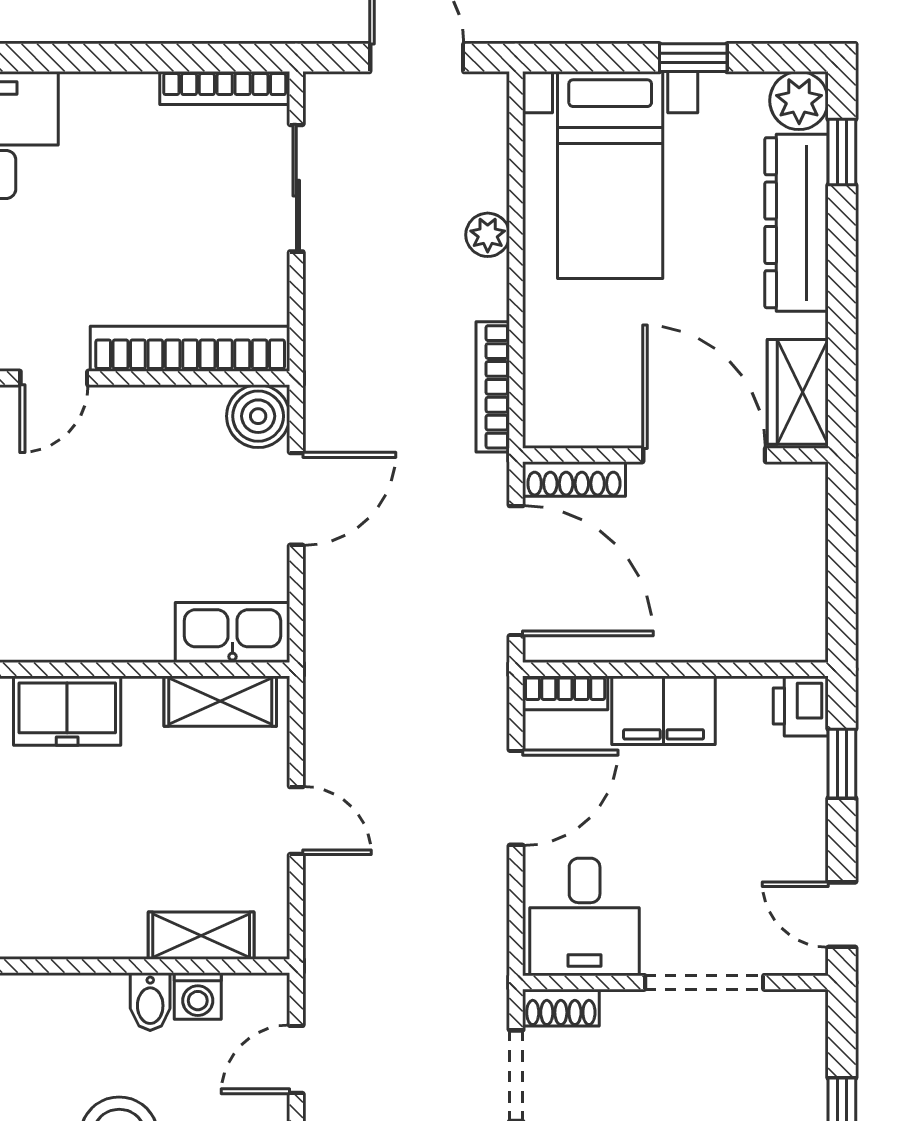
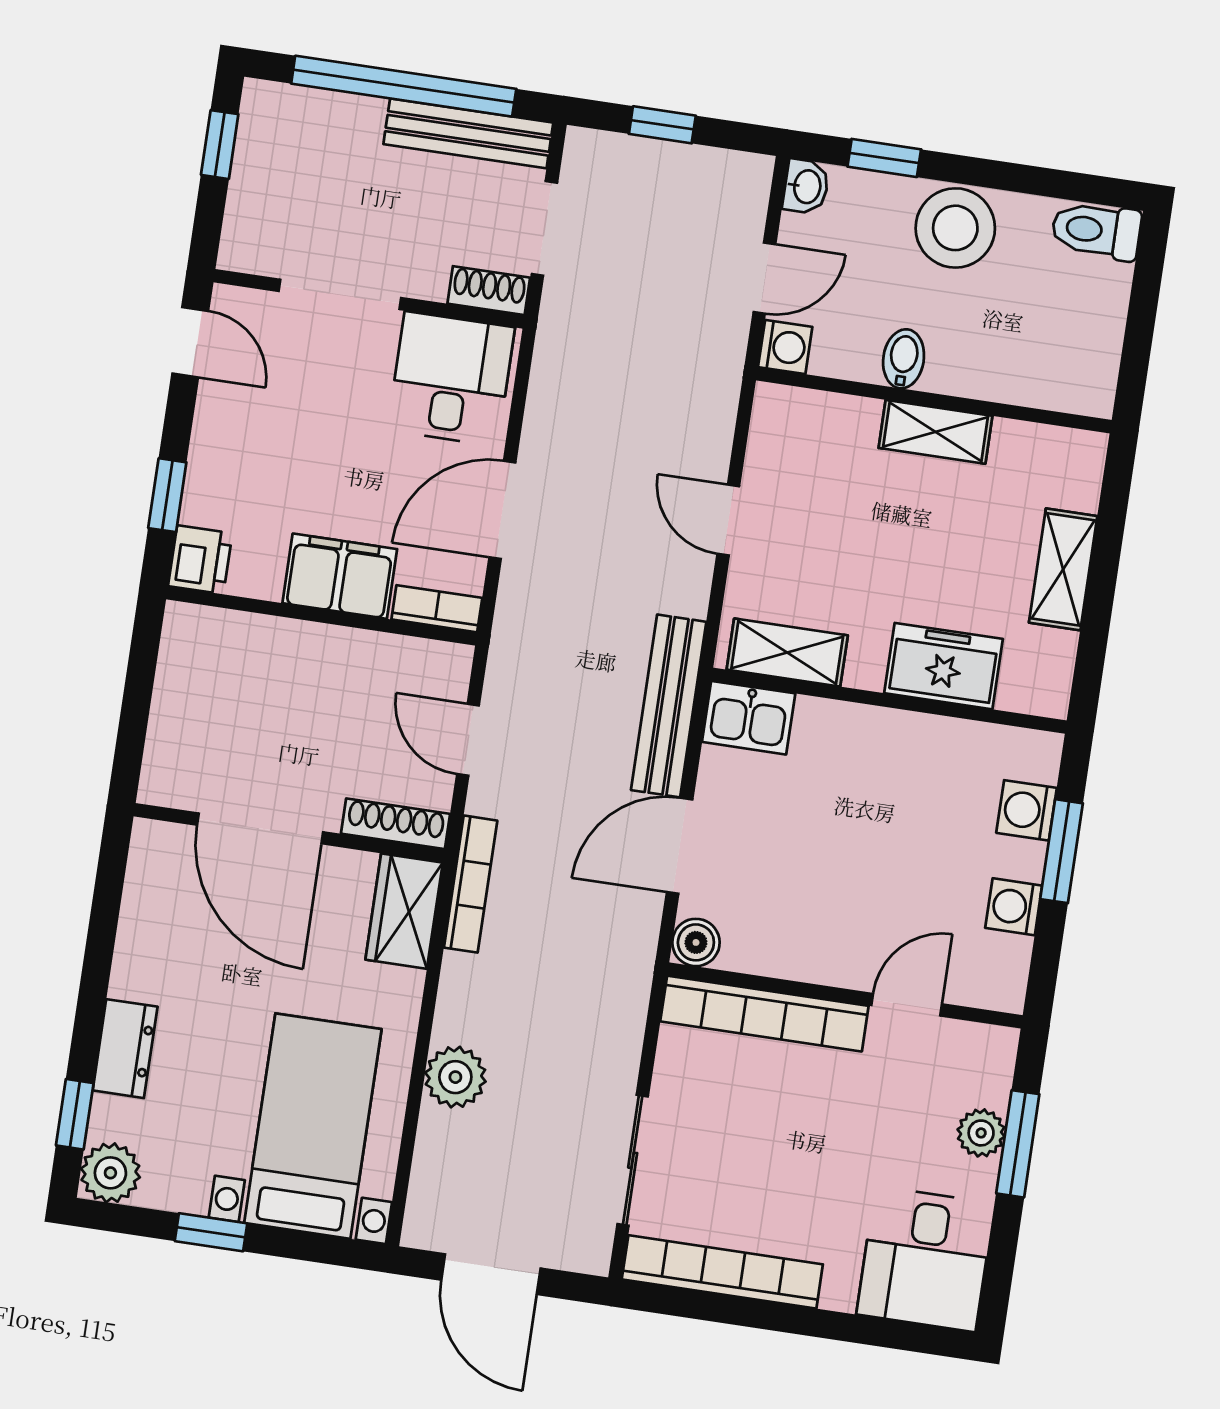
bookcase: (225, 88) -> (722, 1272), width x1.48, depth x1.31
dresser: (797, 223) -> (125, 1049), width x0.51, depth x0.80
plant: (488, 235) -> (455, 1077), width x1.38, depth x1.38
bookcase: (493, 387) -> (471, 884), moved
wardrobe: (798, 392) -> (404, 911), moved, turned 180
boiler: (258, 416) -> (696, 942), width x0.73, depth x0.73
door: (516, 571) -> (468, 740), width x0.53
bench: (327, 632) -> (669, 706), added
kitchen sink: (232, 633) -> (749, 718), width x0.73
shelving: (201, 936) -> (936, 432), moved
washing machine: (198, 996) -> (785, 347), moved, turned 90

